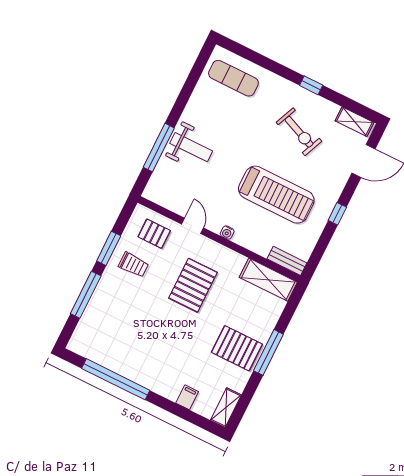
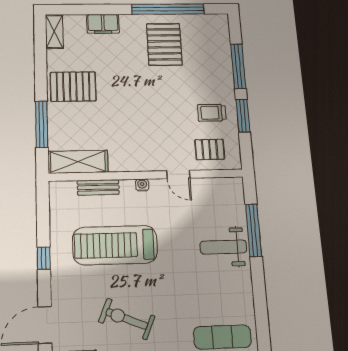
bench: (287, 261) -> (98, 187), moved
pallet: (193, 285) -> (164, 44), moved
window: (268, 352) -> (42, 124), moved
filing cabinet: (187, 397) -> (103, 24), width x2.00

